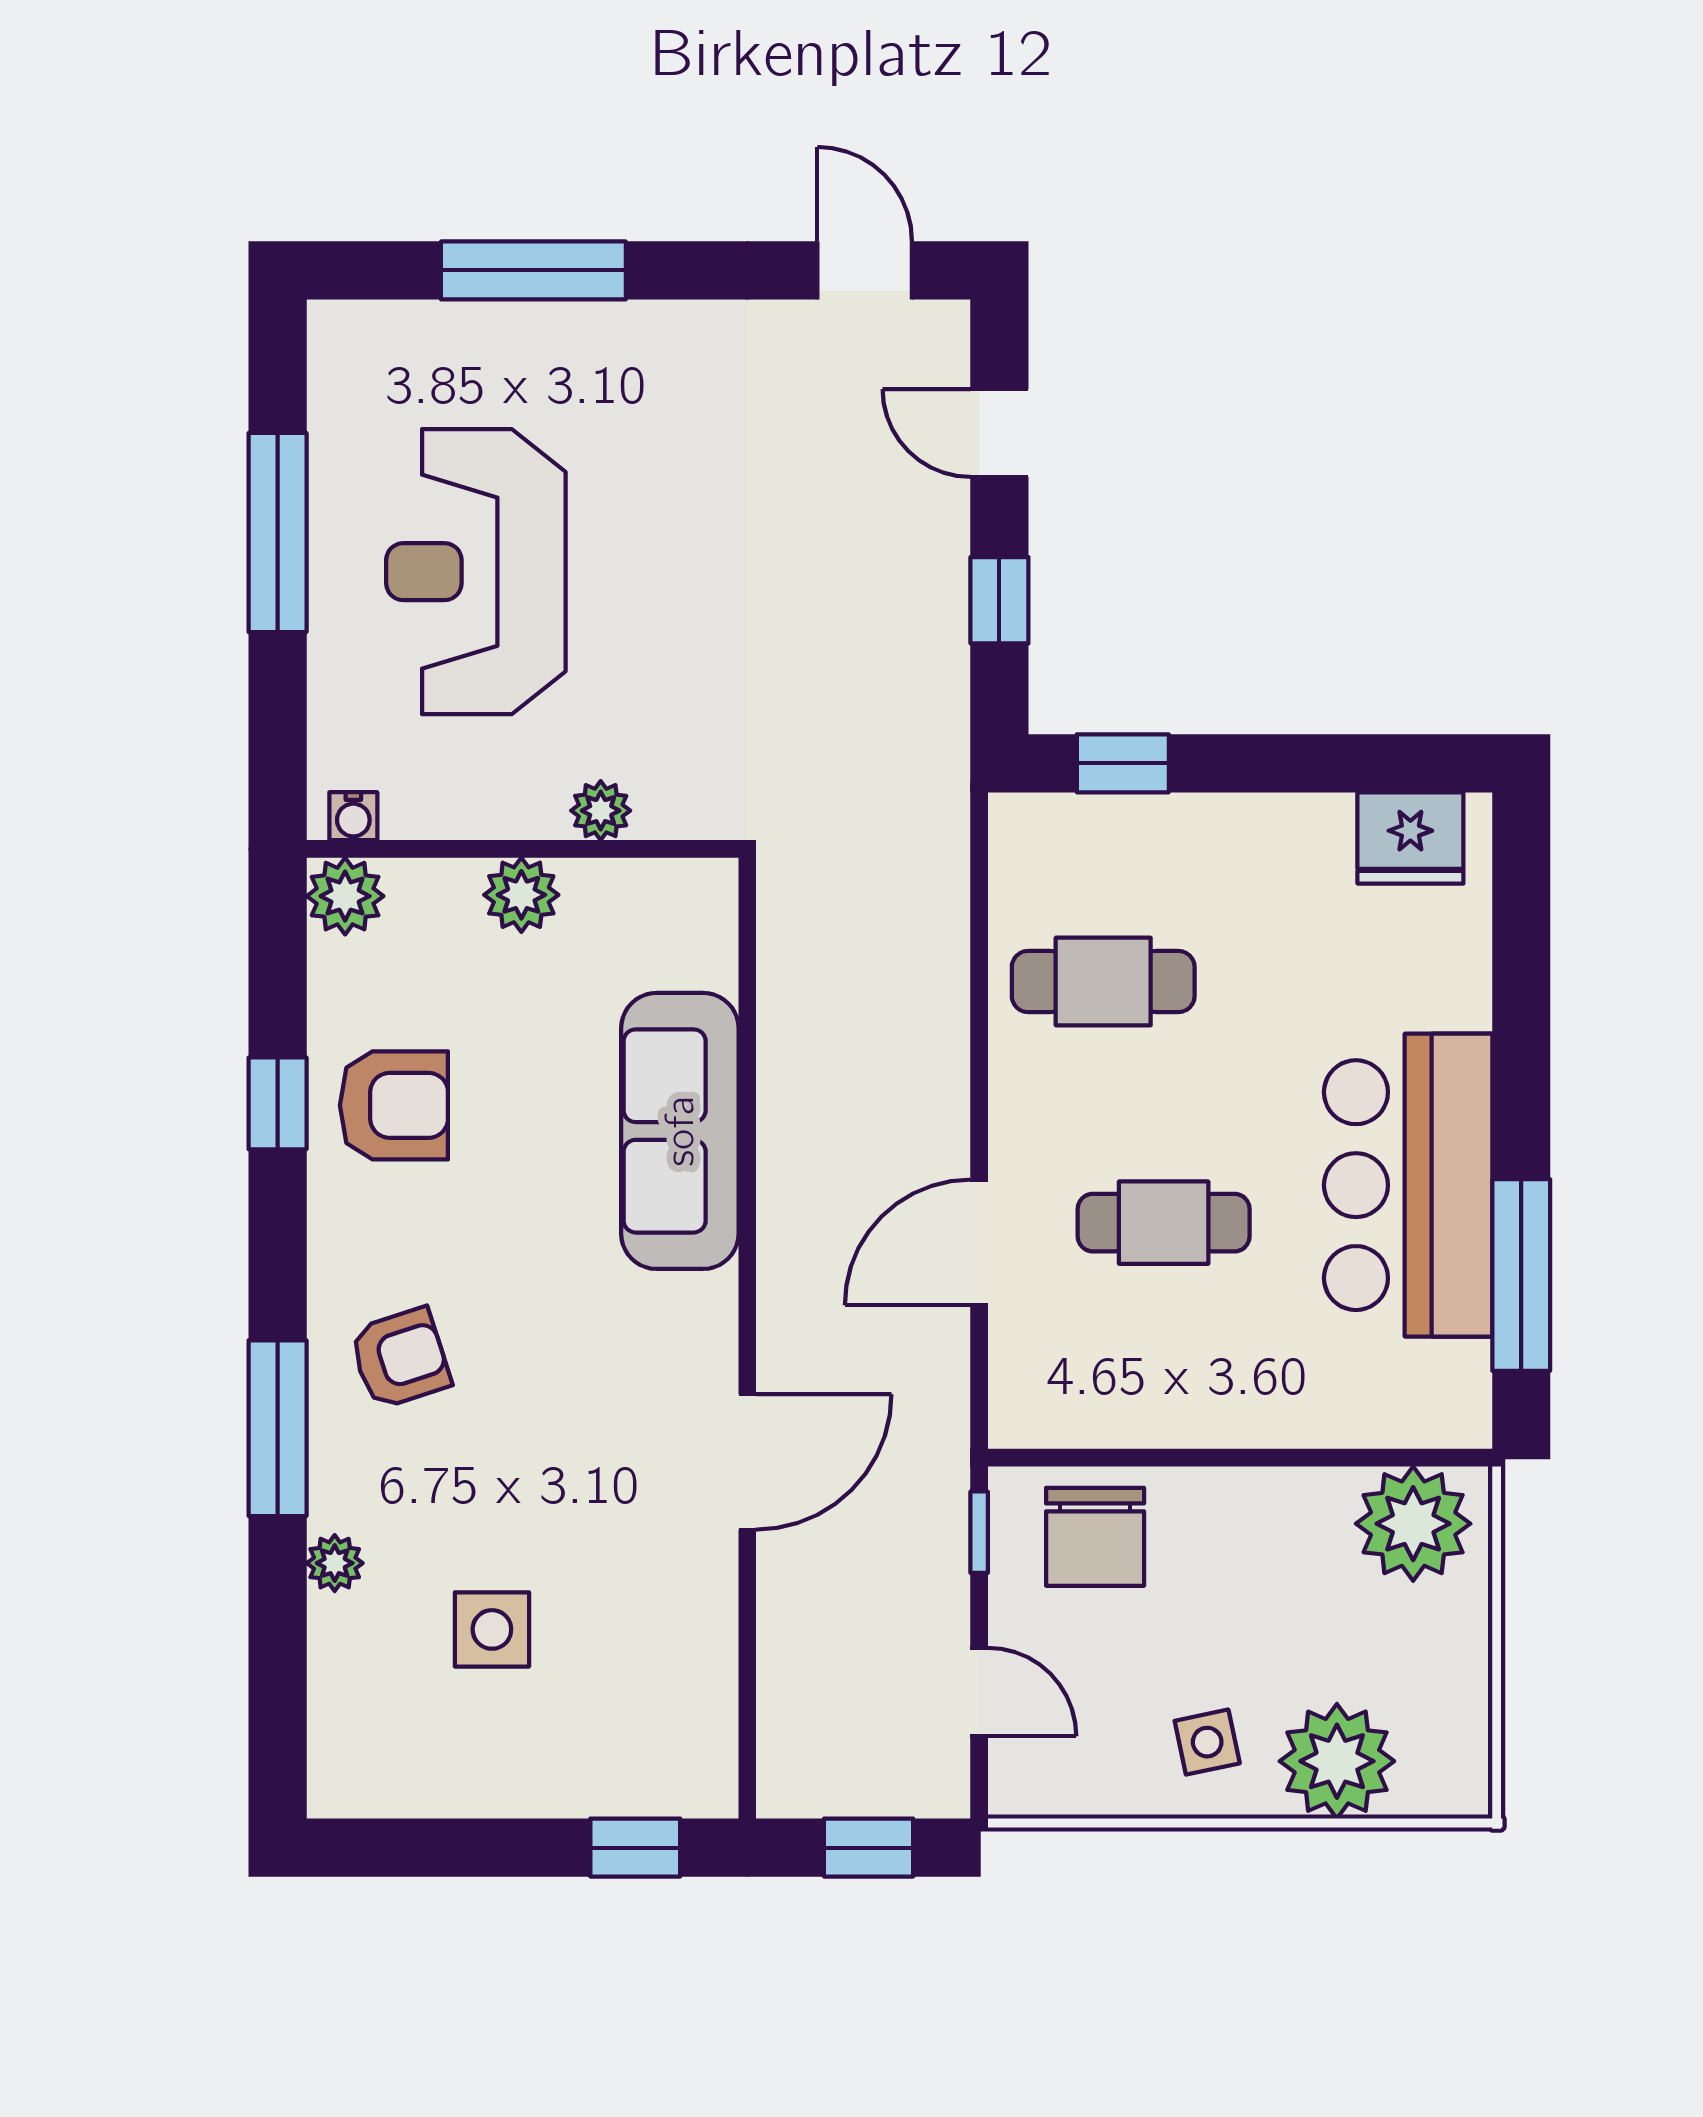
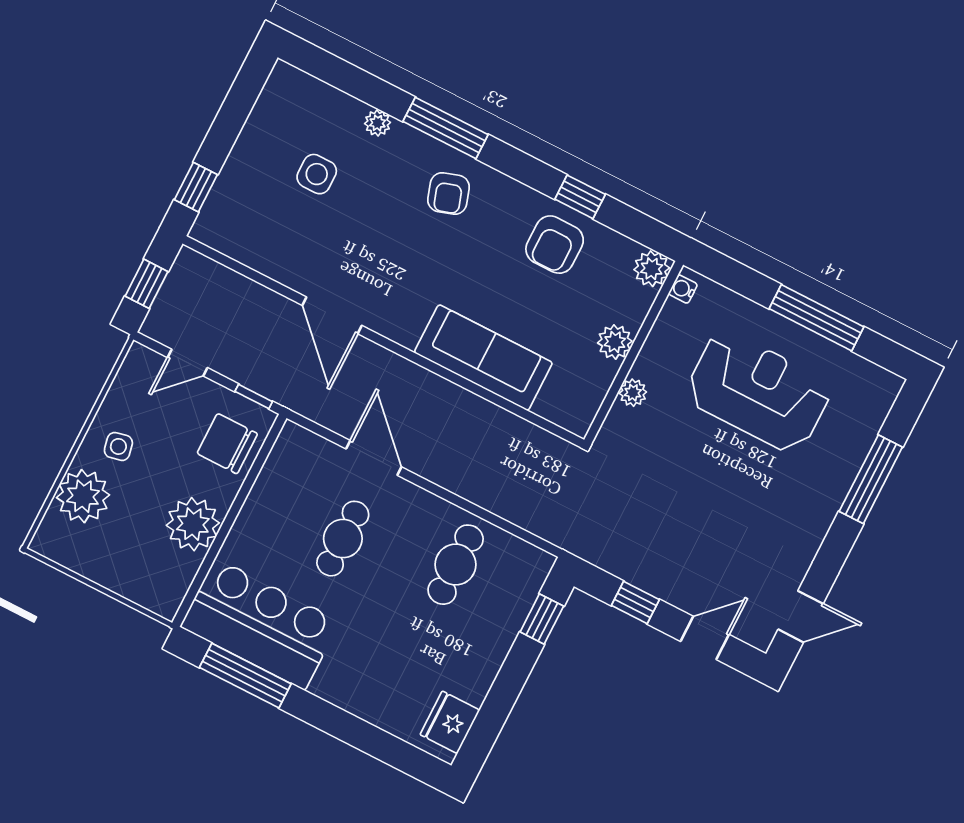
bar counter: (1408, 1185) -> (260, 624), moved
plant: (1413, 1524) -> (193, 524), moved

